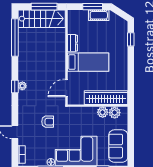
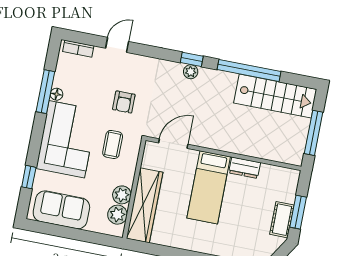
stairs: (42, 19) -> (275, 96), moved, turned -90
window: (15, 37) -> (249, 70), moved
door: (67, 88) -> (173, 144), hinge flipped
coffee table: (74, 123) -> (113, 144), added

